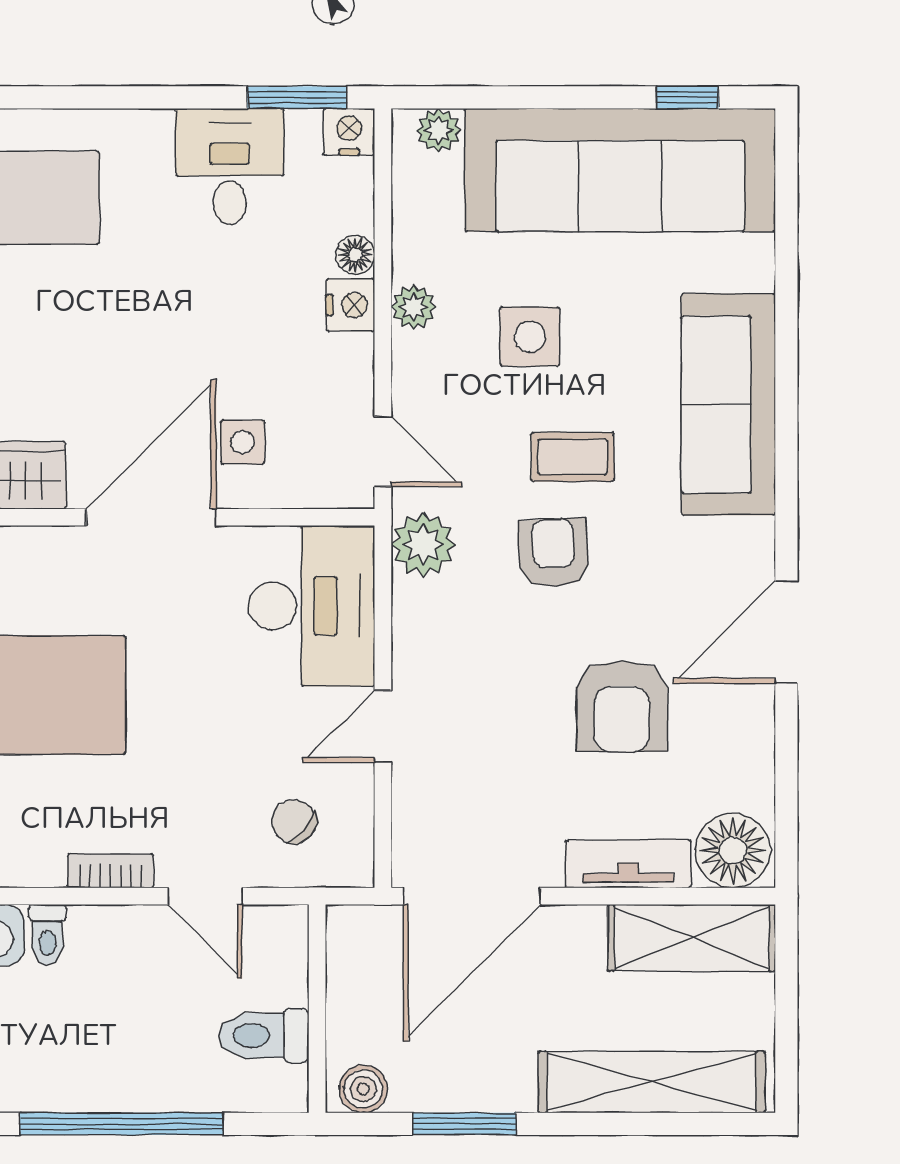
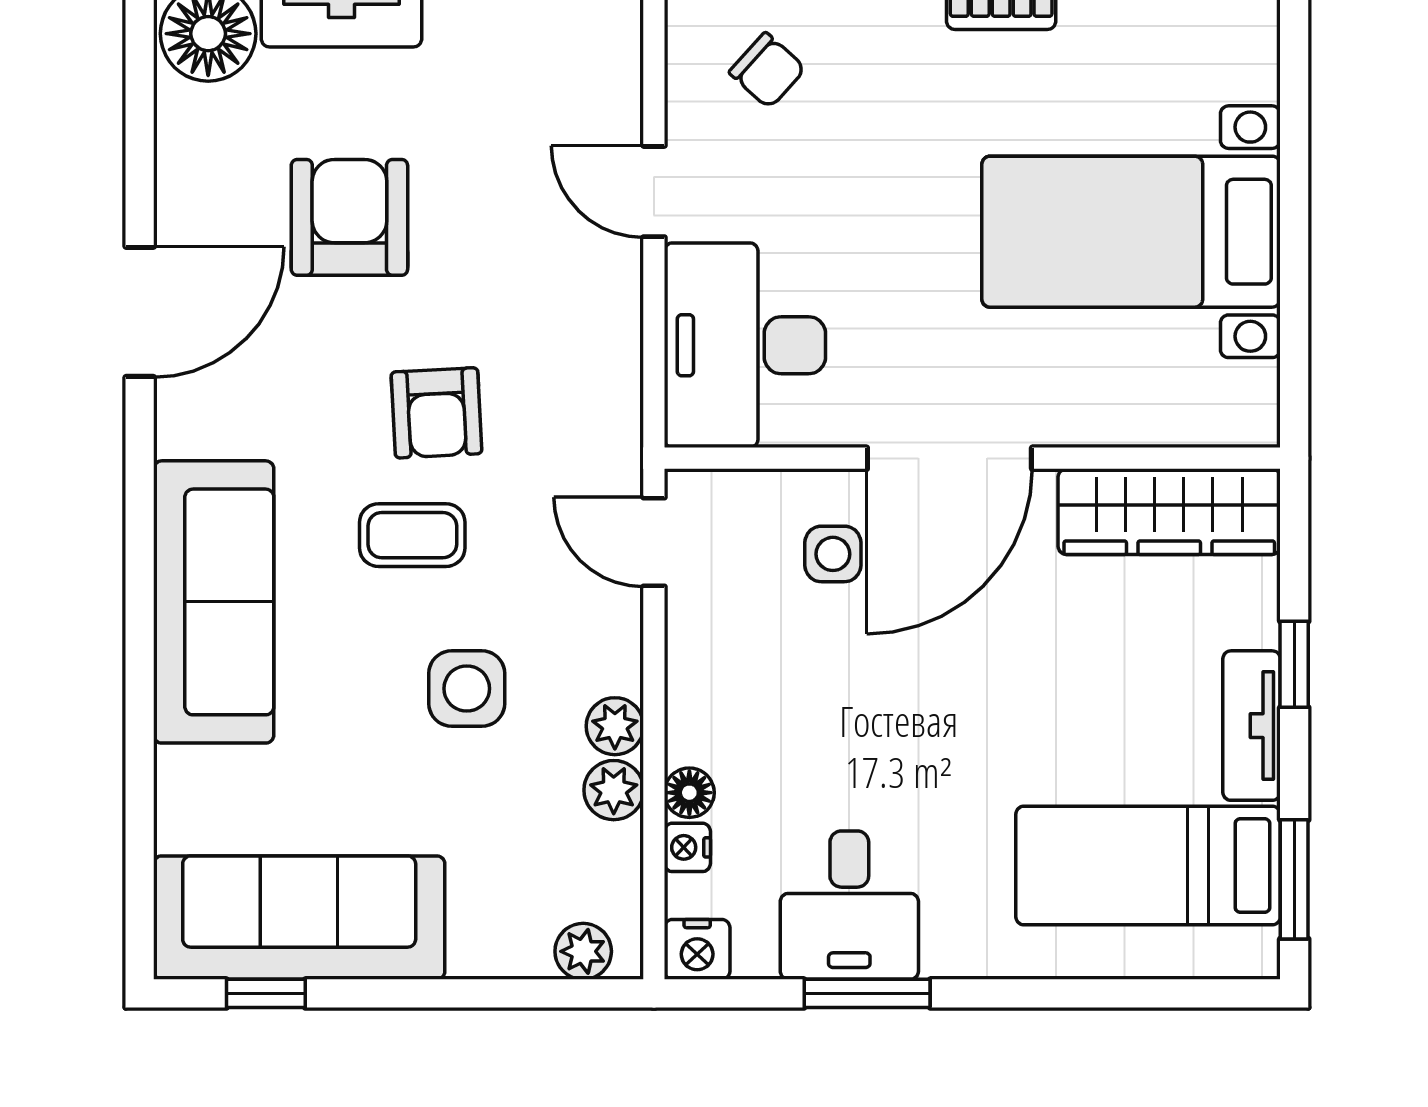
window: (297, 97) -> (867, 993), moved
sofa: (620, 170) -> (299, 918), width x0.74, depth x0.79
nightstand: (350, 305) -> (687, 847), moved, width x0.72, depth x0.74
plant: (423, 545) -> (614, 790), moved, width x0.73, depth x0.73
door: (383, 726) -> (654, 192), swing flipped

